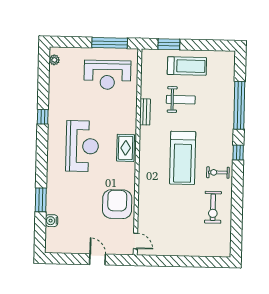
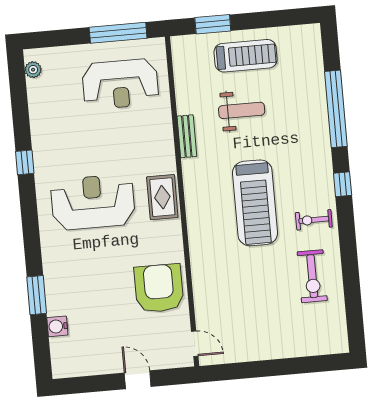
reception desk: (82, 146) -> (93, 202), turned -90

